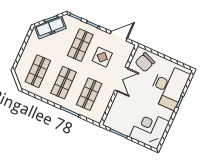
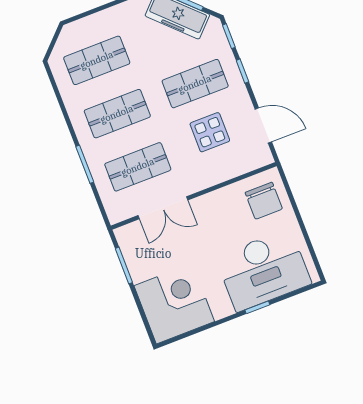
chair: (145, 62) -> (264, 201), turned -111
double door: (121, 79) -> (163, 208), moved

